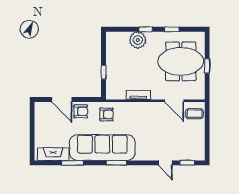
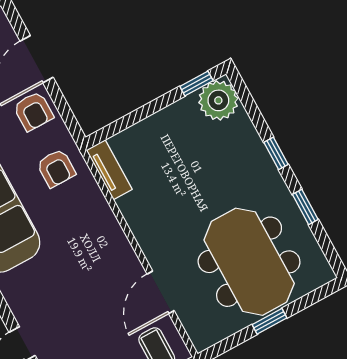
plant: (138, 40) -> (218, 100), moved
window: (104, 72) -> (196, 84), moved
tv unit: (138, 95) -> (109, 170), moved

